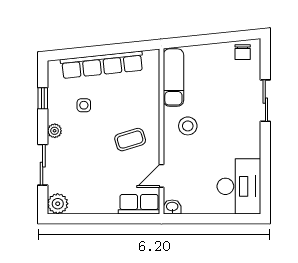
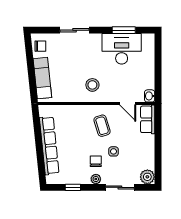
exam couch: (173, 78) -> (42, 78), moved, turned 84
side table: (84, 105) -> (114, 151), moved
chair: (80, 131) -> (96, 161), added
window: (265, 170) -> (124, 30), added
desk: (239, 186) -> (122, 49), moved

